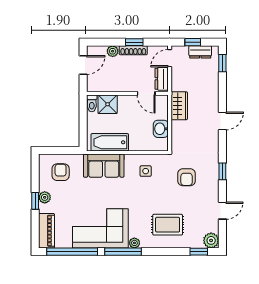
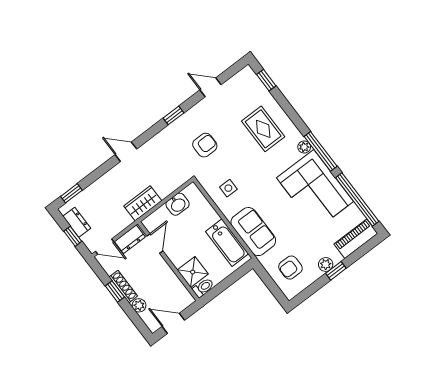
plant: (211, 240) -> (247, 77), removed

